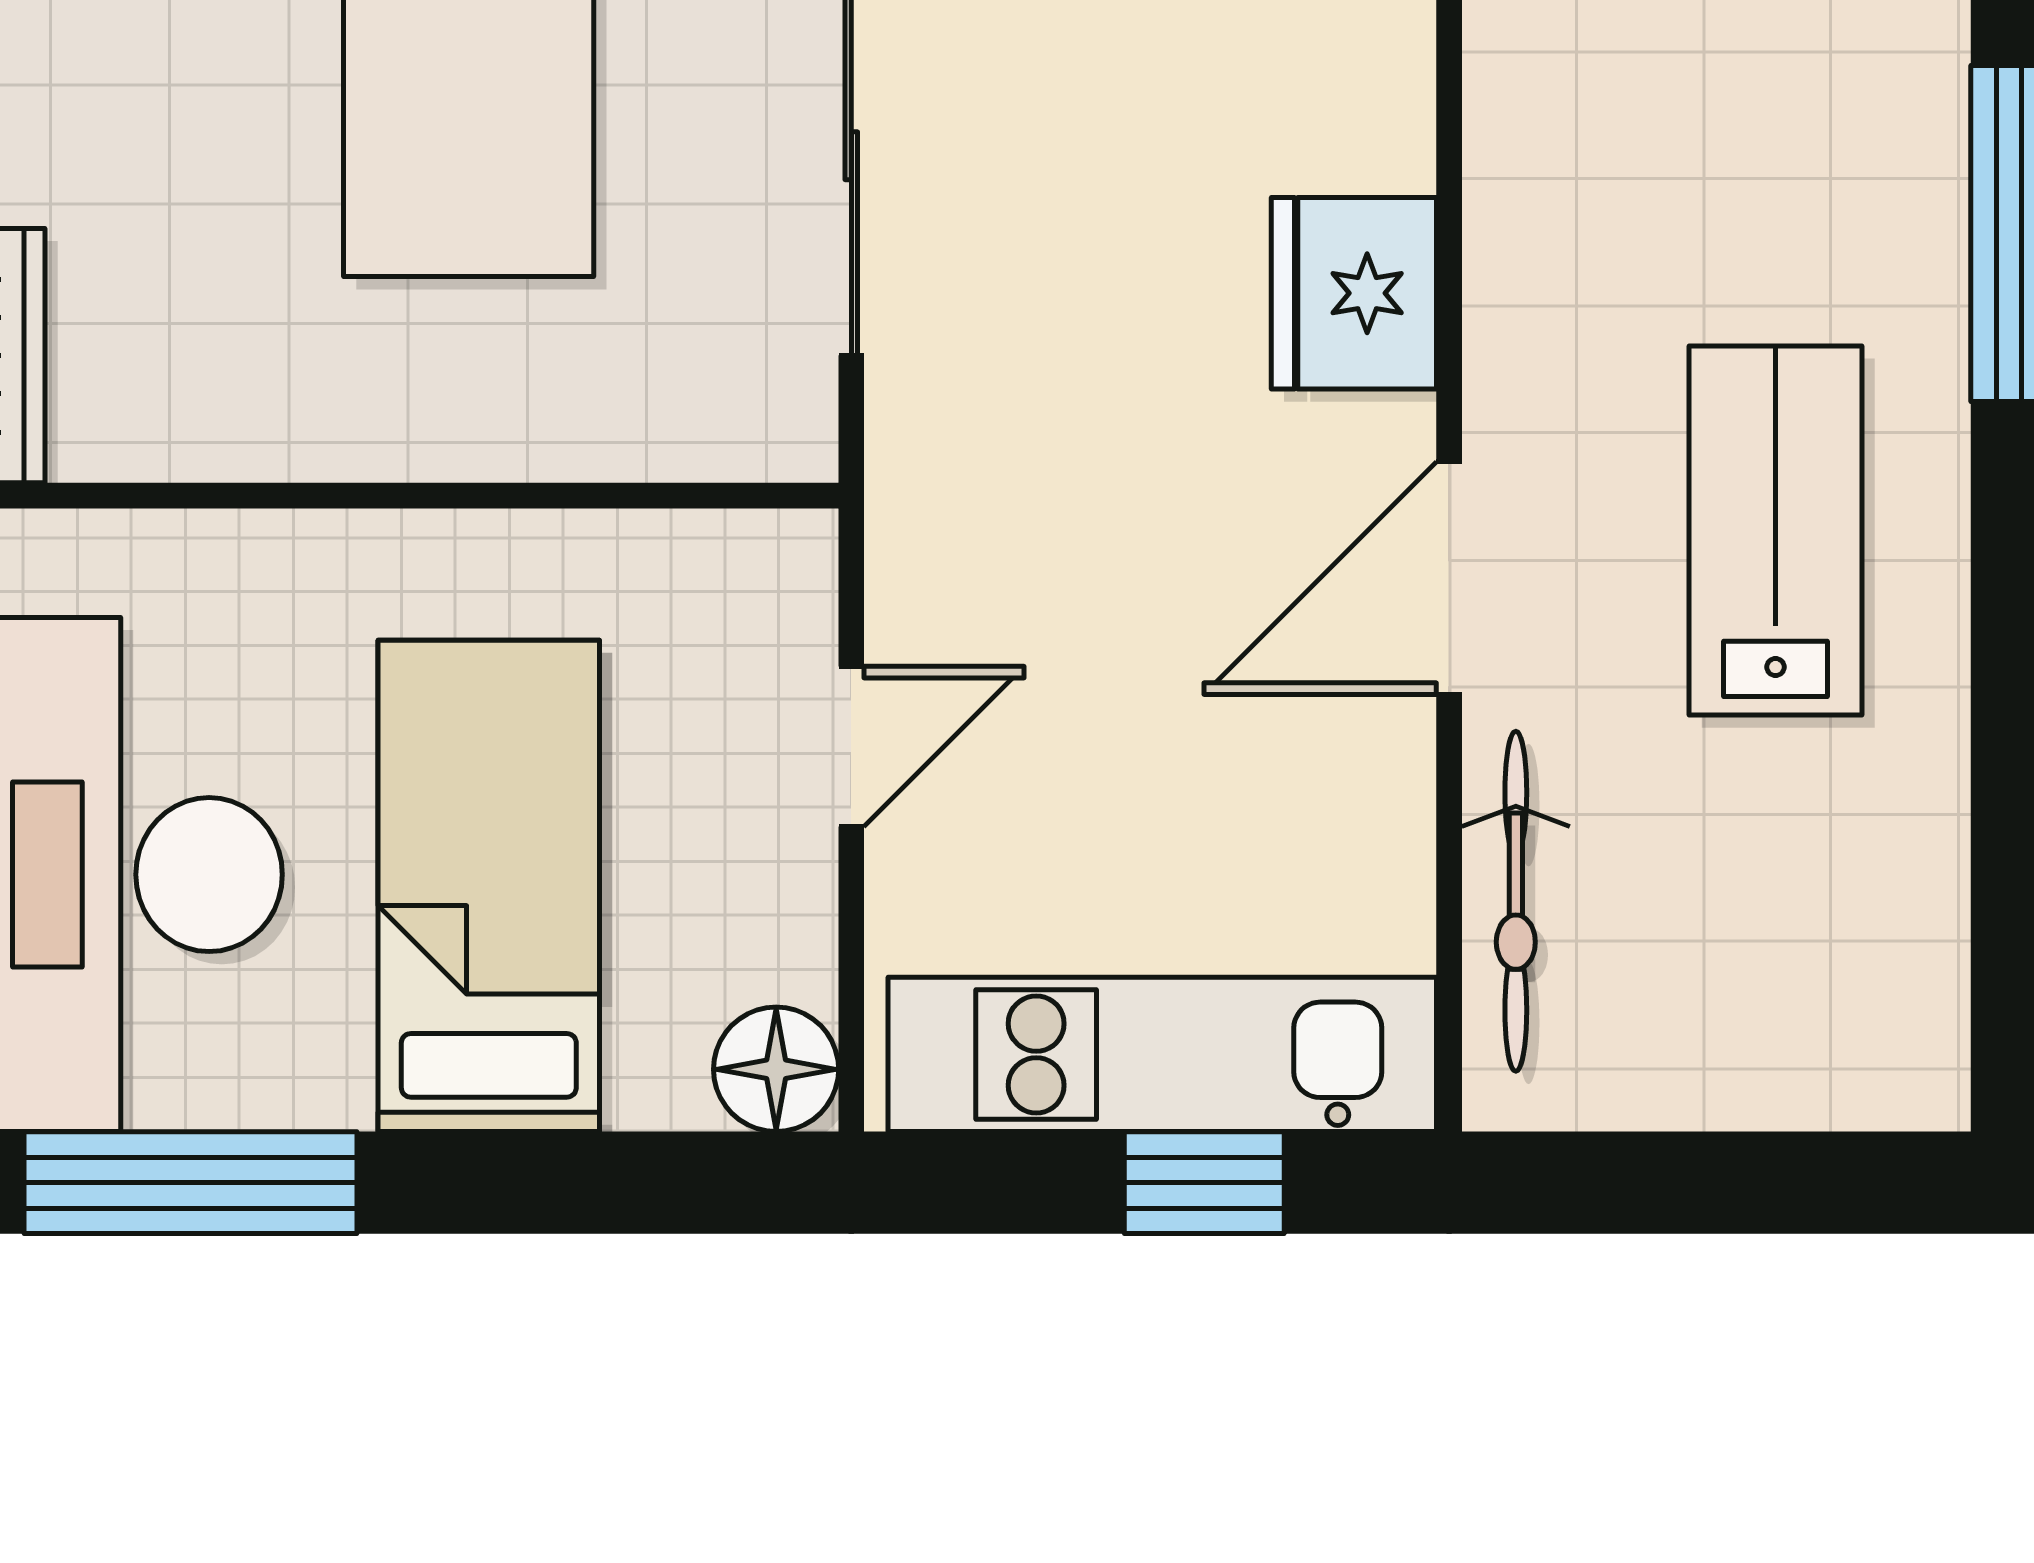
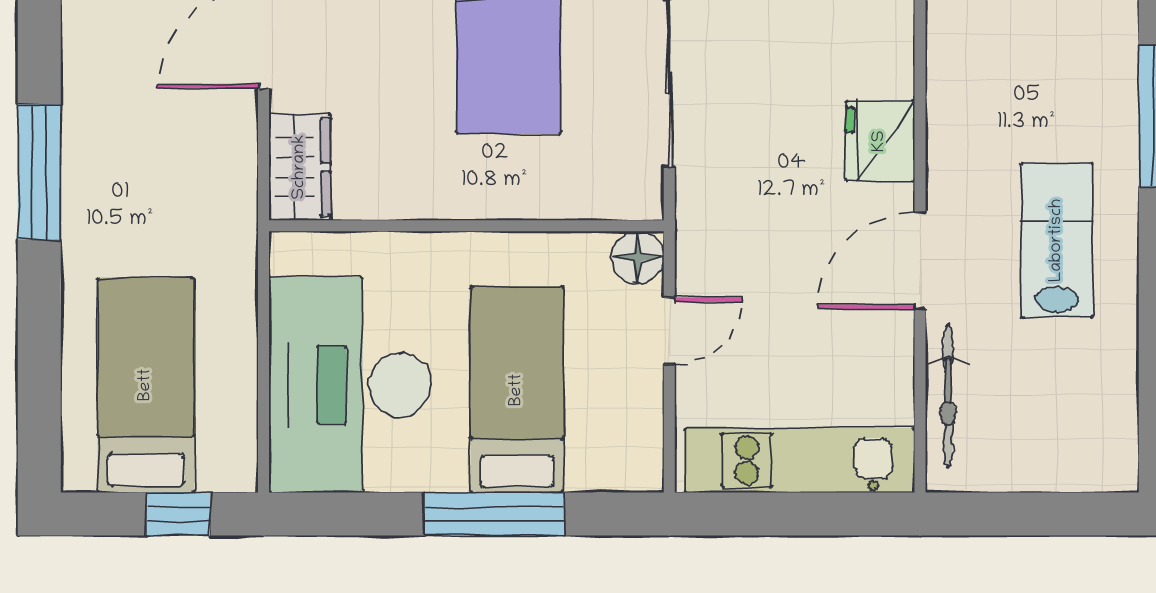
floor lamp: (776, 1069) -> (638, 257), moved
window: (190, 1183) -> (494, 514), moved
window: (1204, 1183) -> (817, 514), removed

